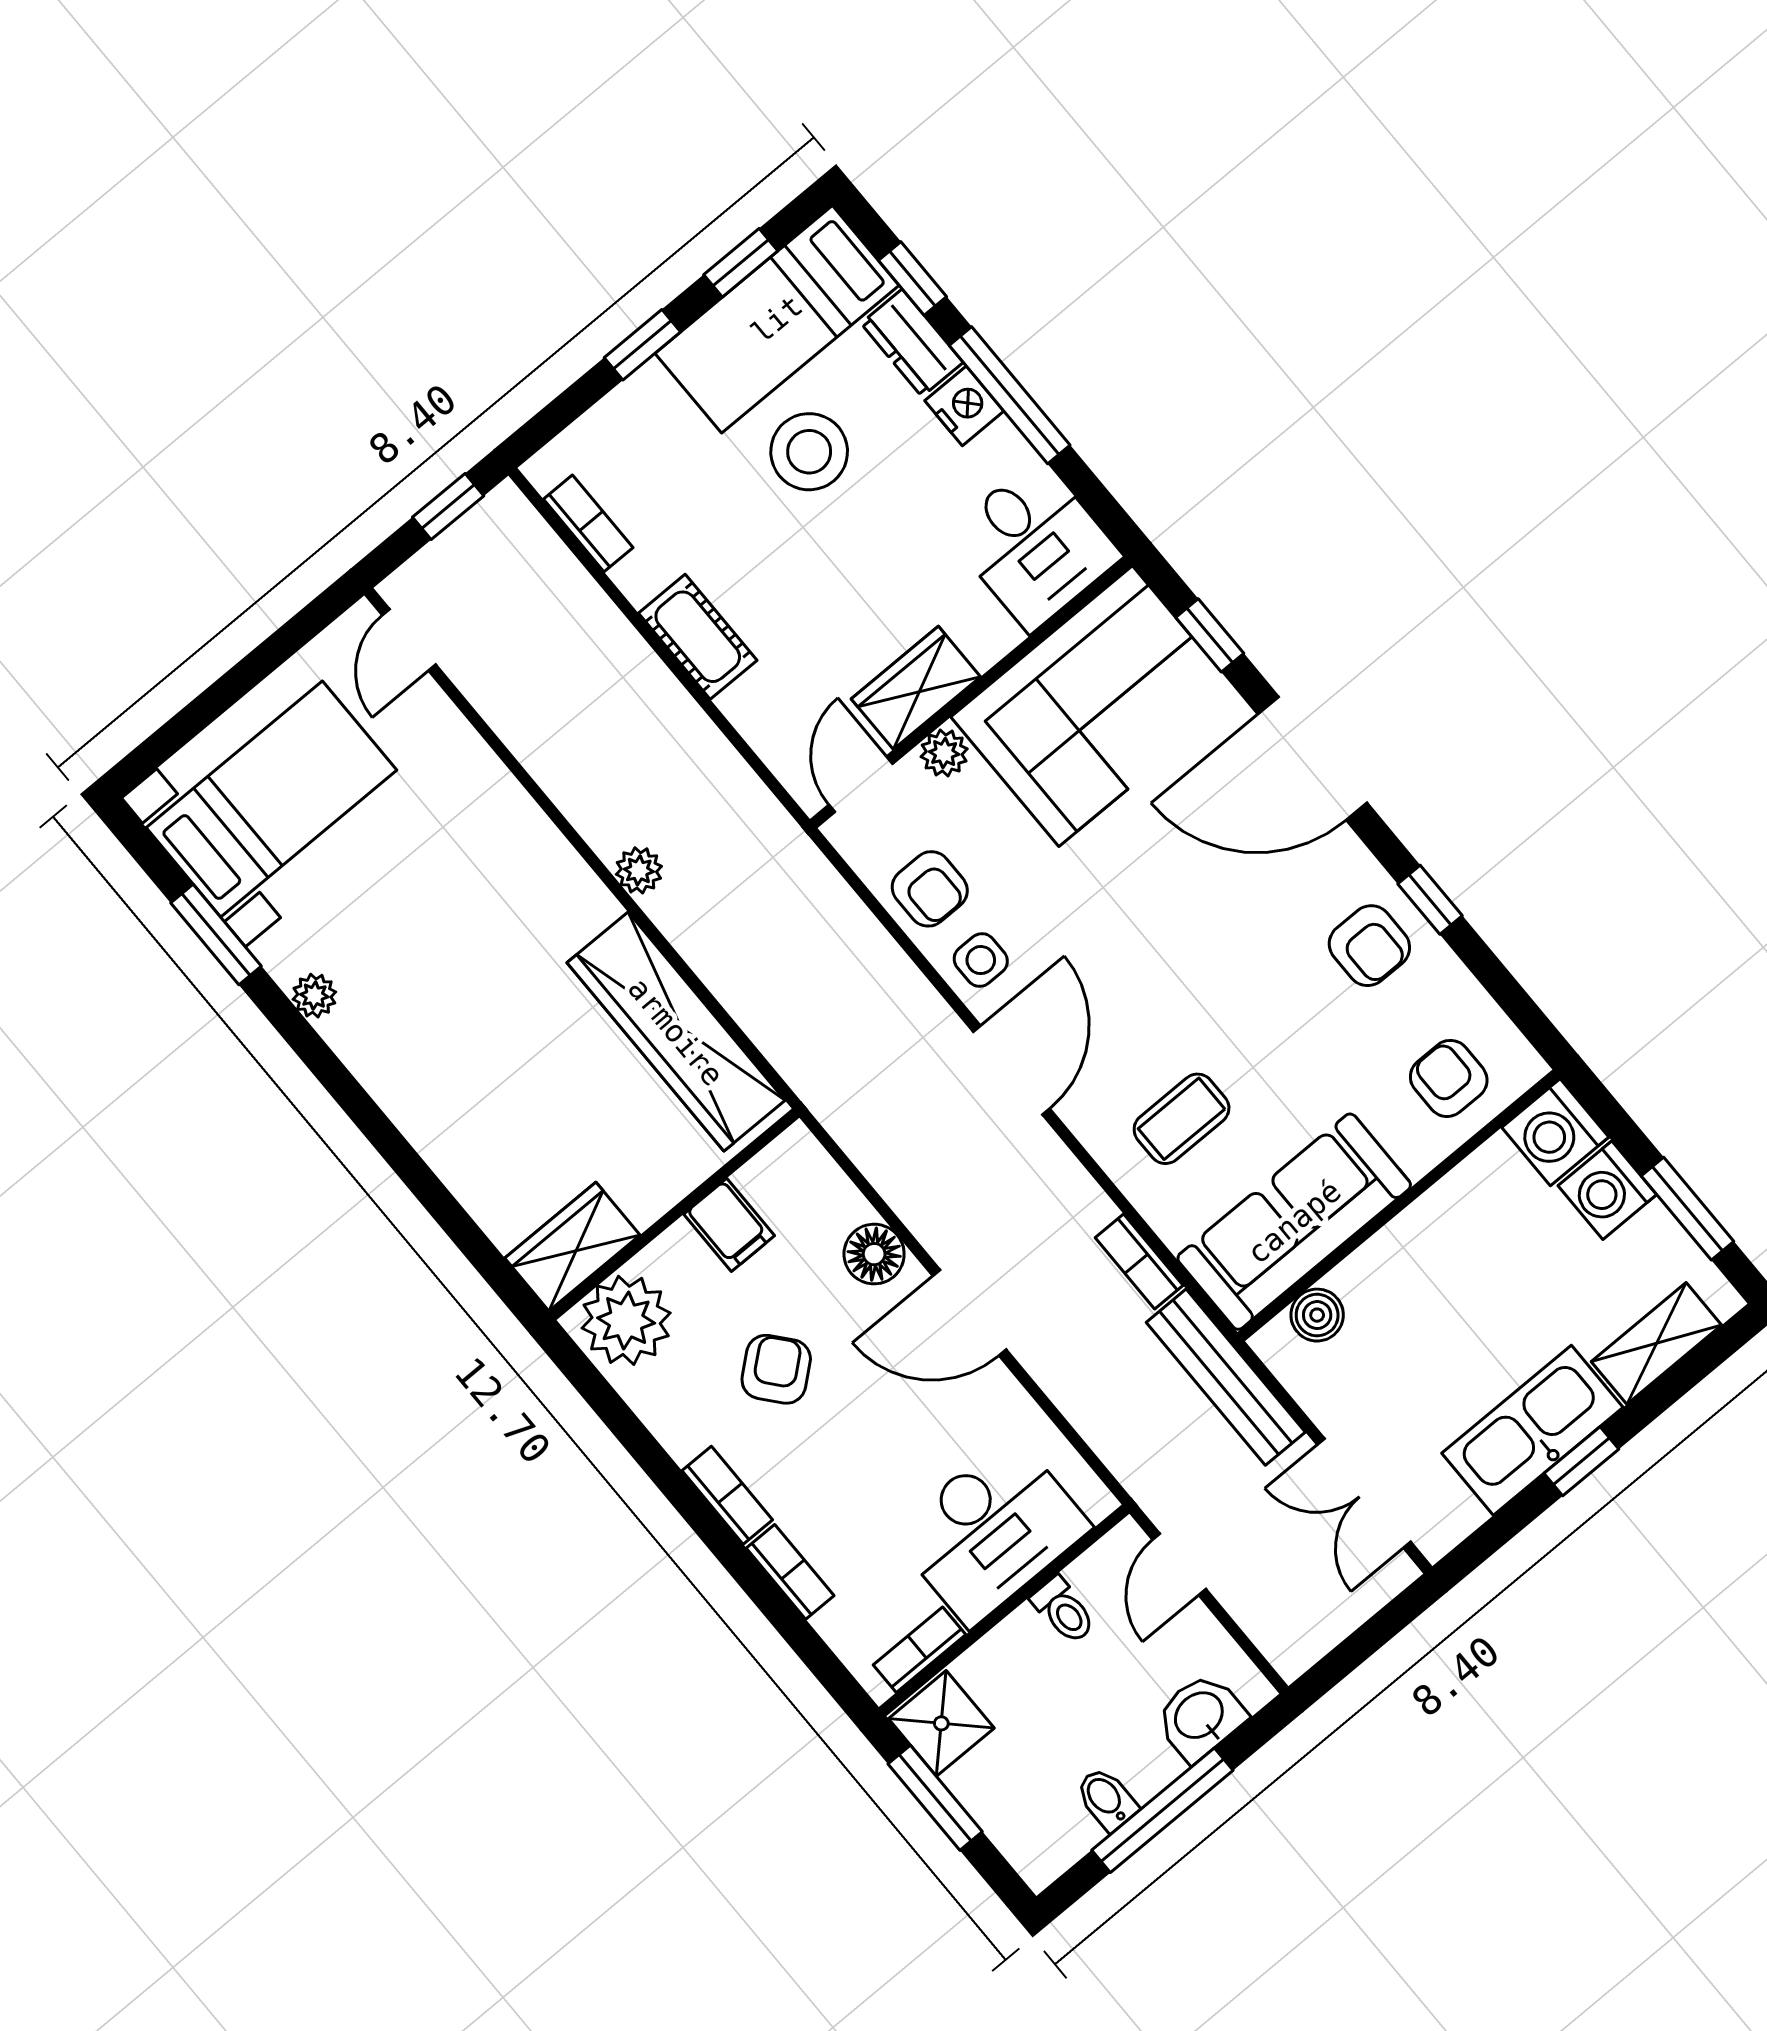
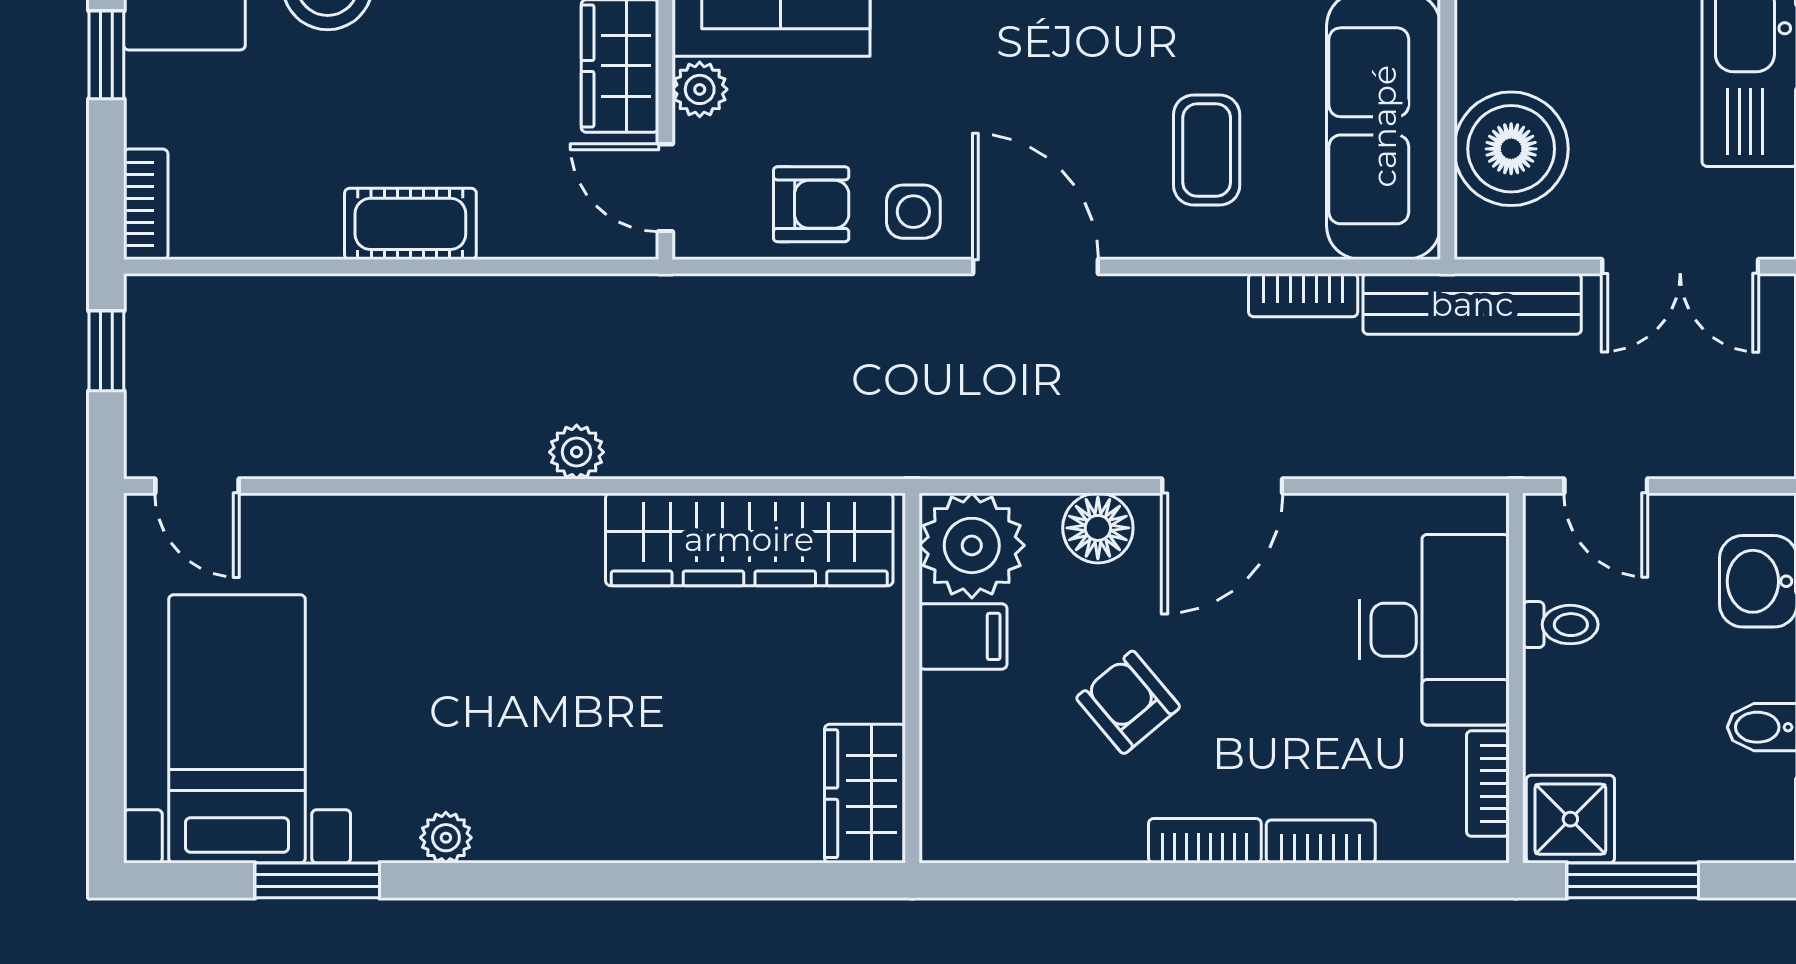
bookcase: (588, 523) -> (146, 204), moved, turned 90
boiler: (1317, 1315) -> (1511, 149), width x1.86, depth x1.86
plant: (626, 1320) -> (972, 545), moved

